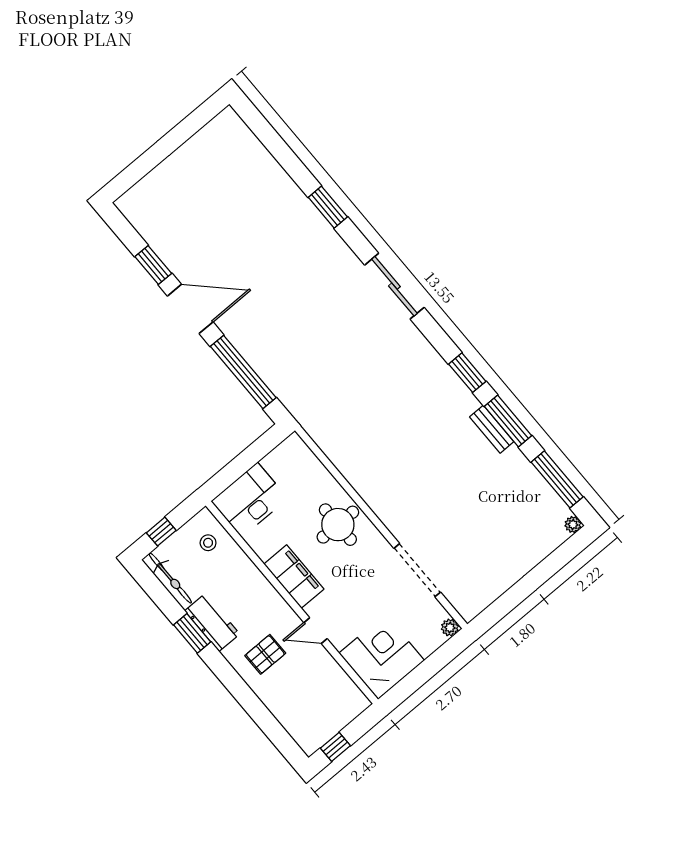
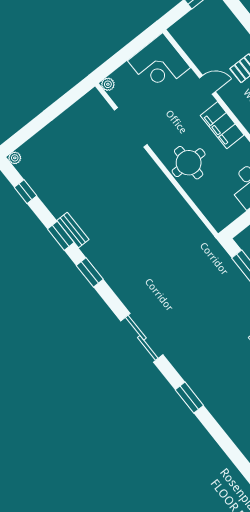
window: (508, 421) -> (61, 236), width x0.69
window: (557, 479) -> (26, 192), width x0.46

